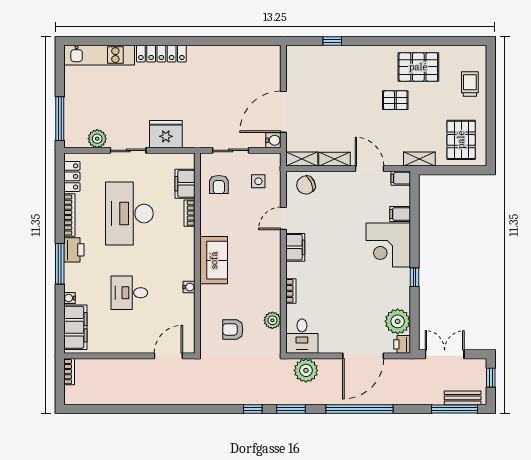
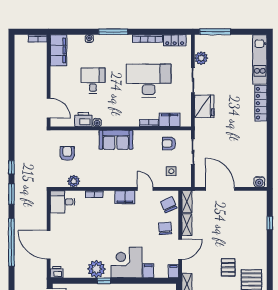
water cooler: (273, 140) -> (259, 182), moved
chair: (340, 190) -> (165, 228), added
printer: (74, 250) -> (83, 120), moved, turned 180
plant: (398, 321) -> (96, 269), moved
filing cabinet: (75, 327) -> (59, 50), moved, turned -90
plant: (306, 370) -> (38, 205), removed

